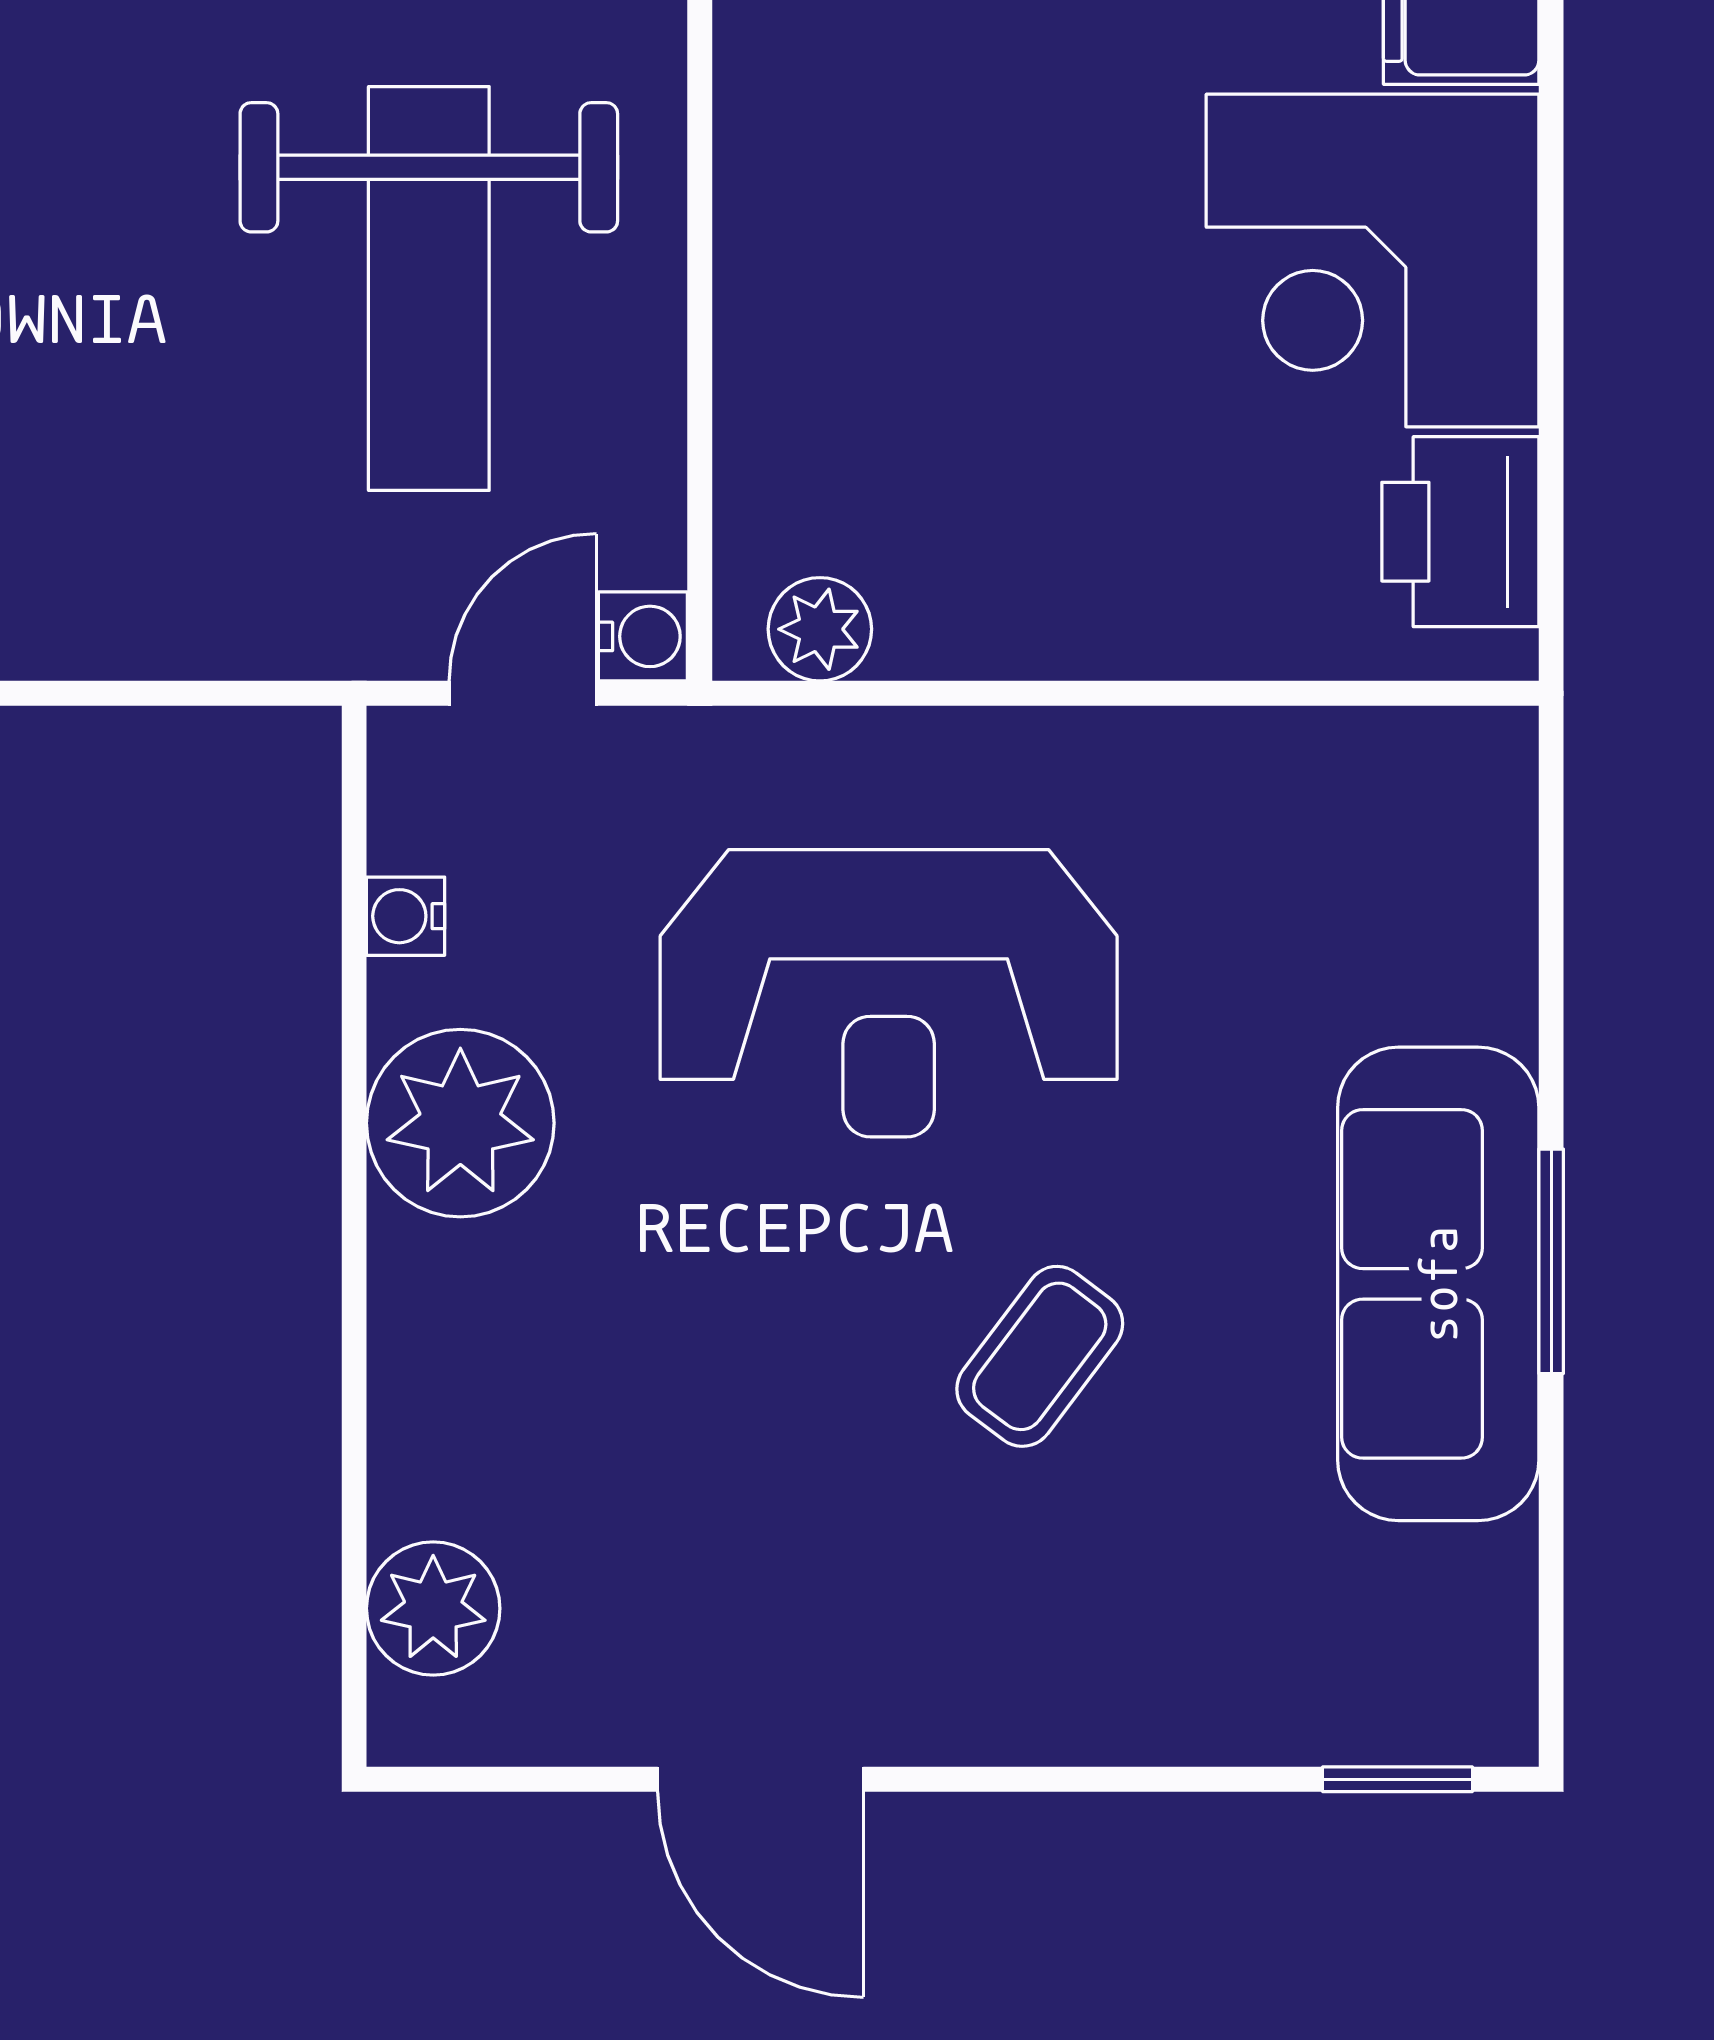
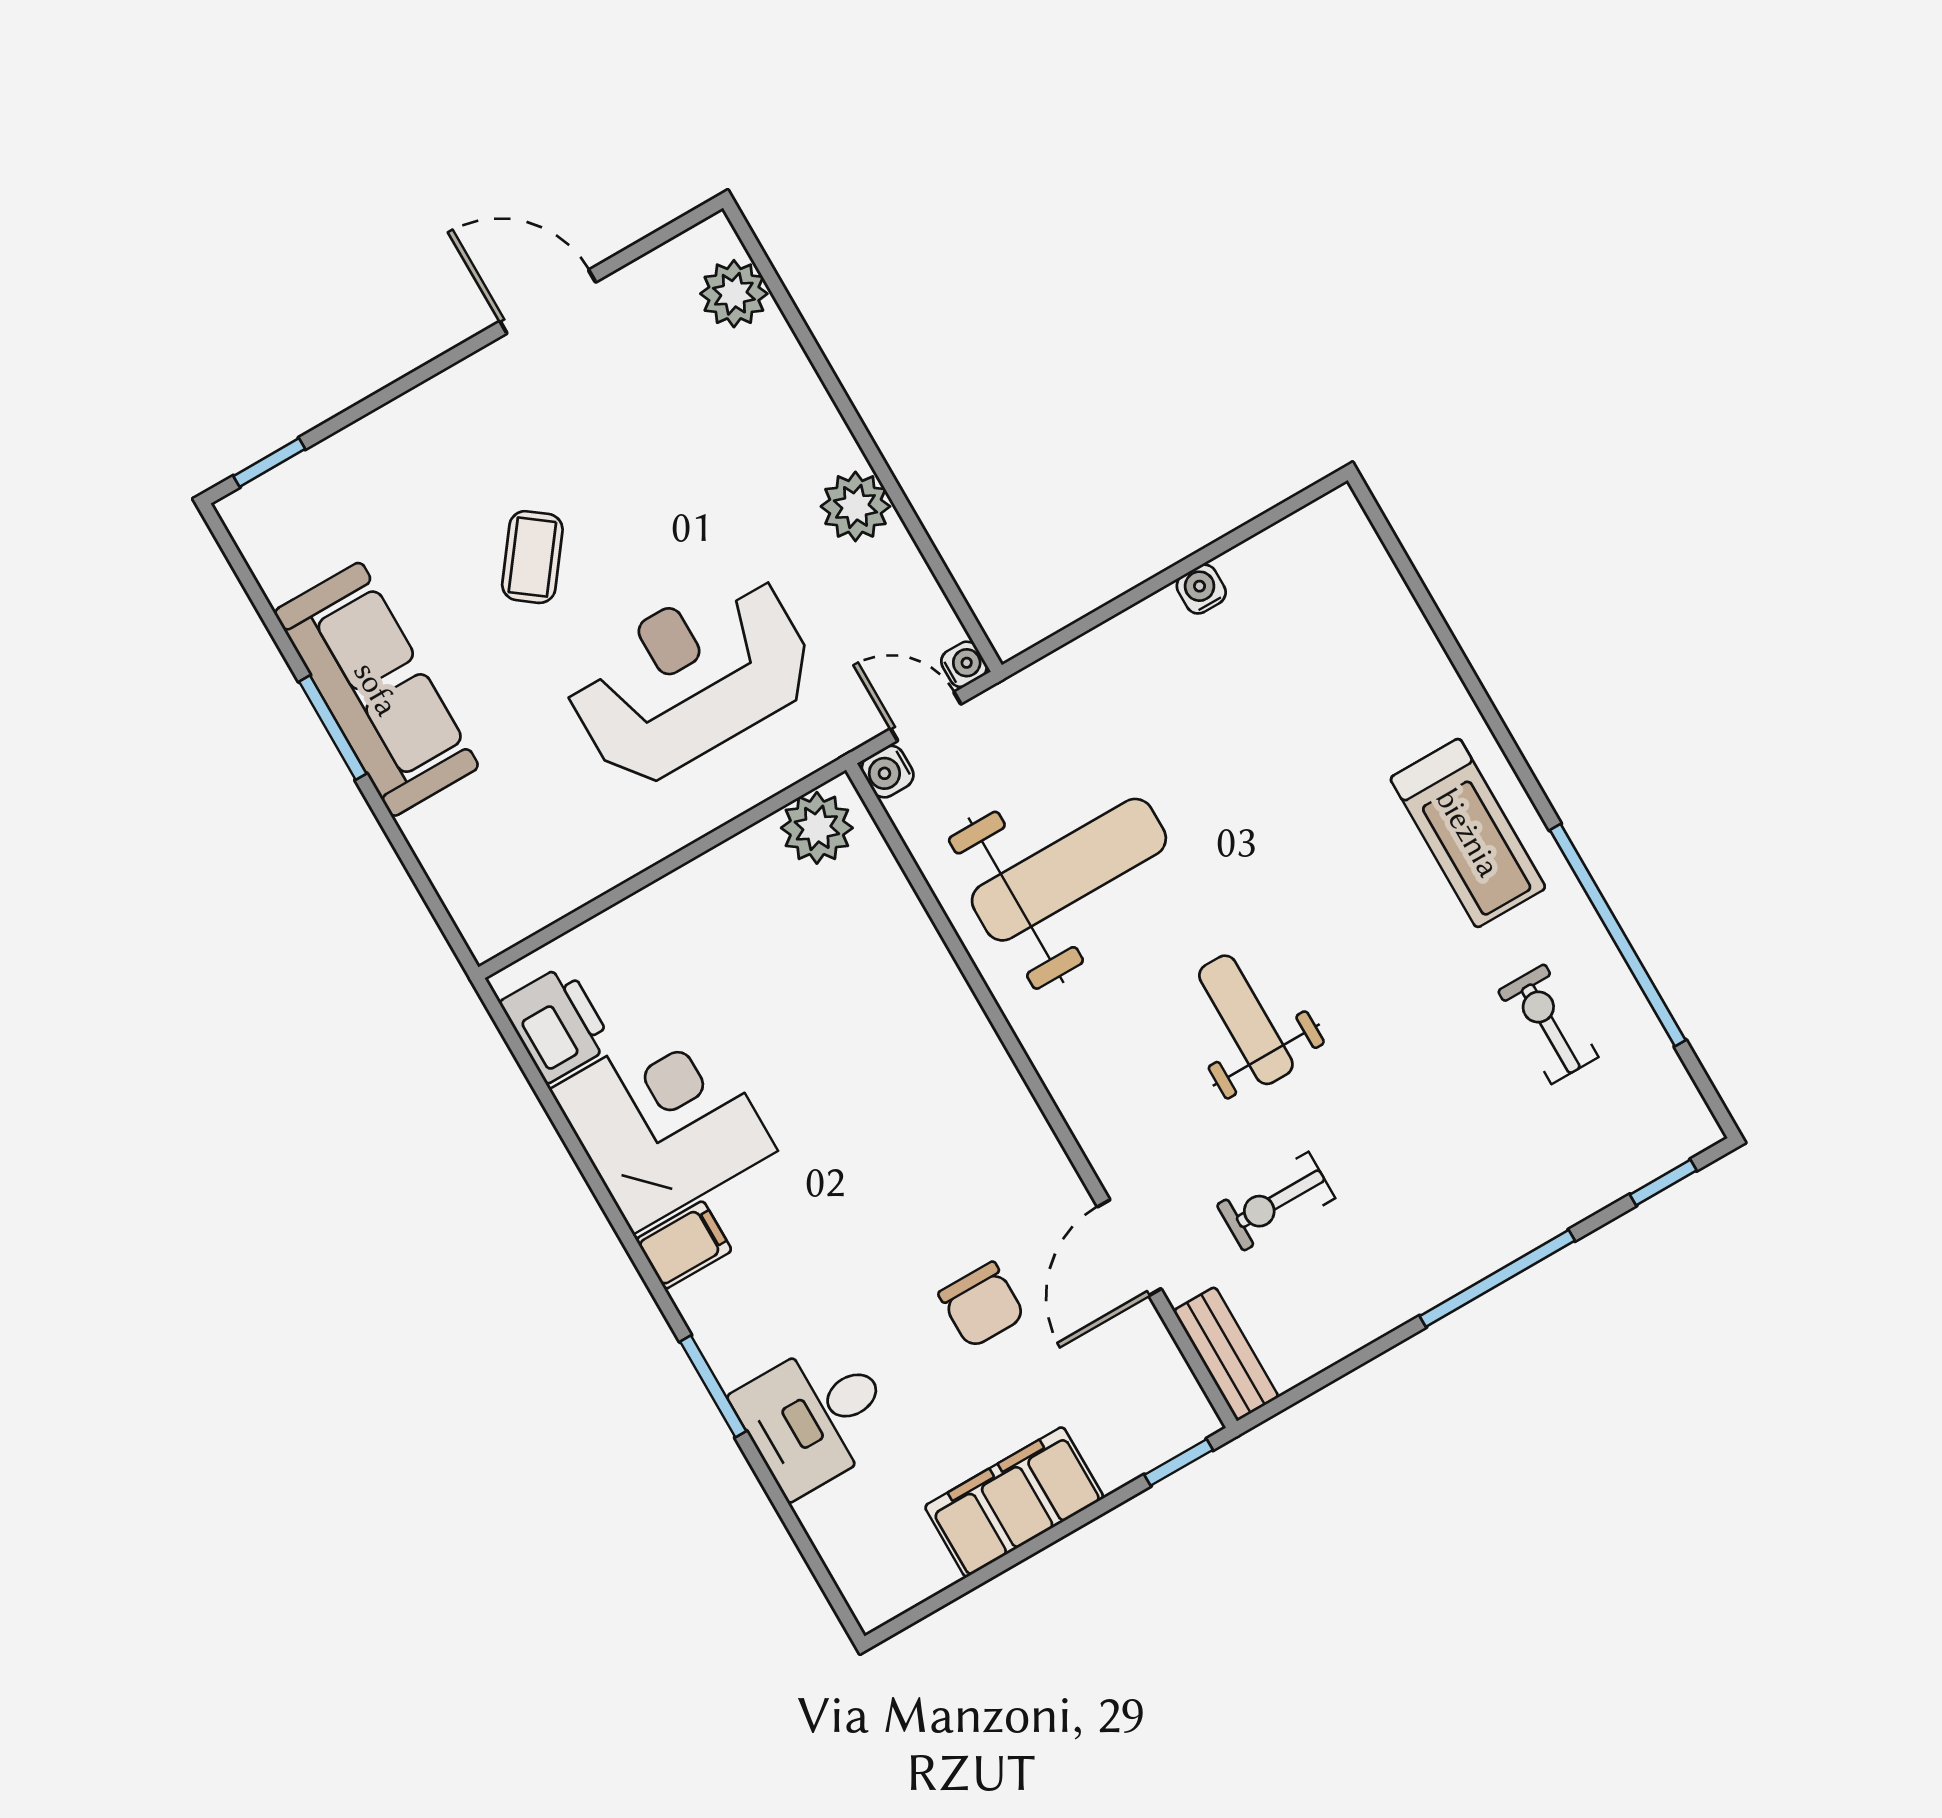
weight bench: (429, 289) -> (1069, 870), turned 90
plant: (820, 629) -> (817, 828), width x1.38, depth x1.38
door: (523, 693) -> (926, 716), swing flipped
water cooler: (406, 916) -> (964, 664), moved
plant: (460, 1123) -> (855, 506), width x0.73, depth x0.73

